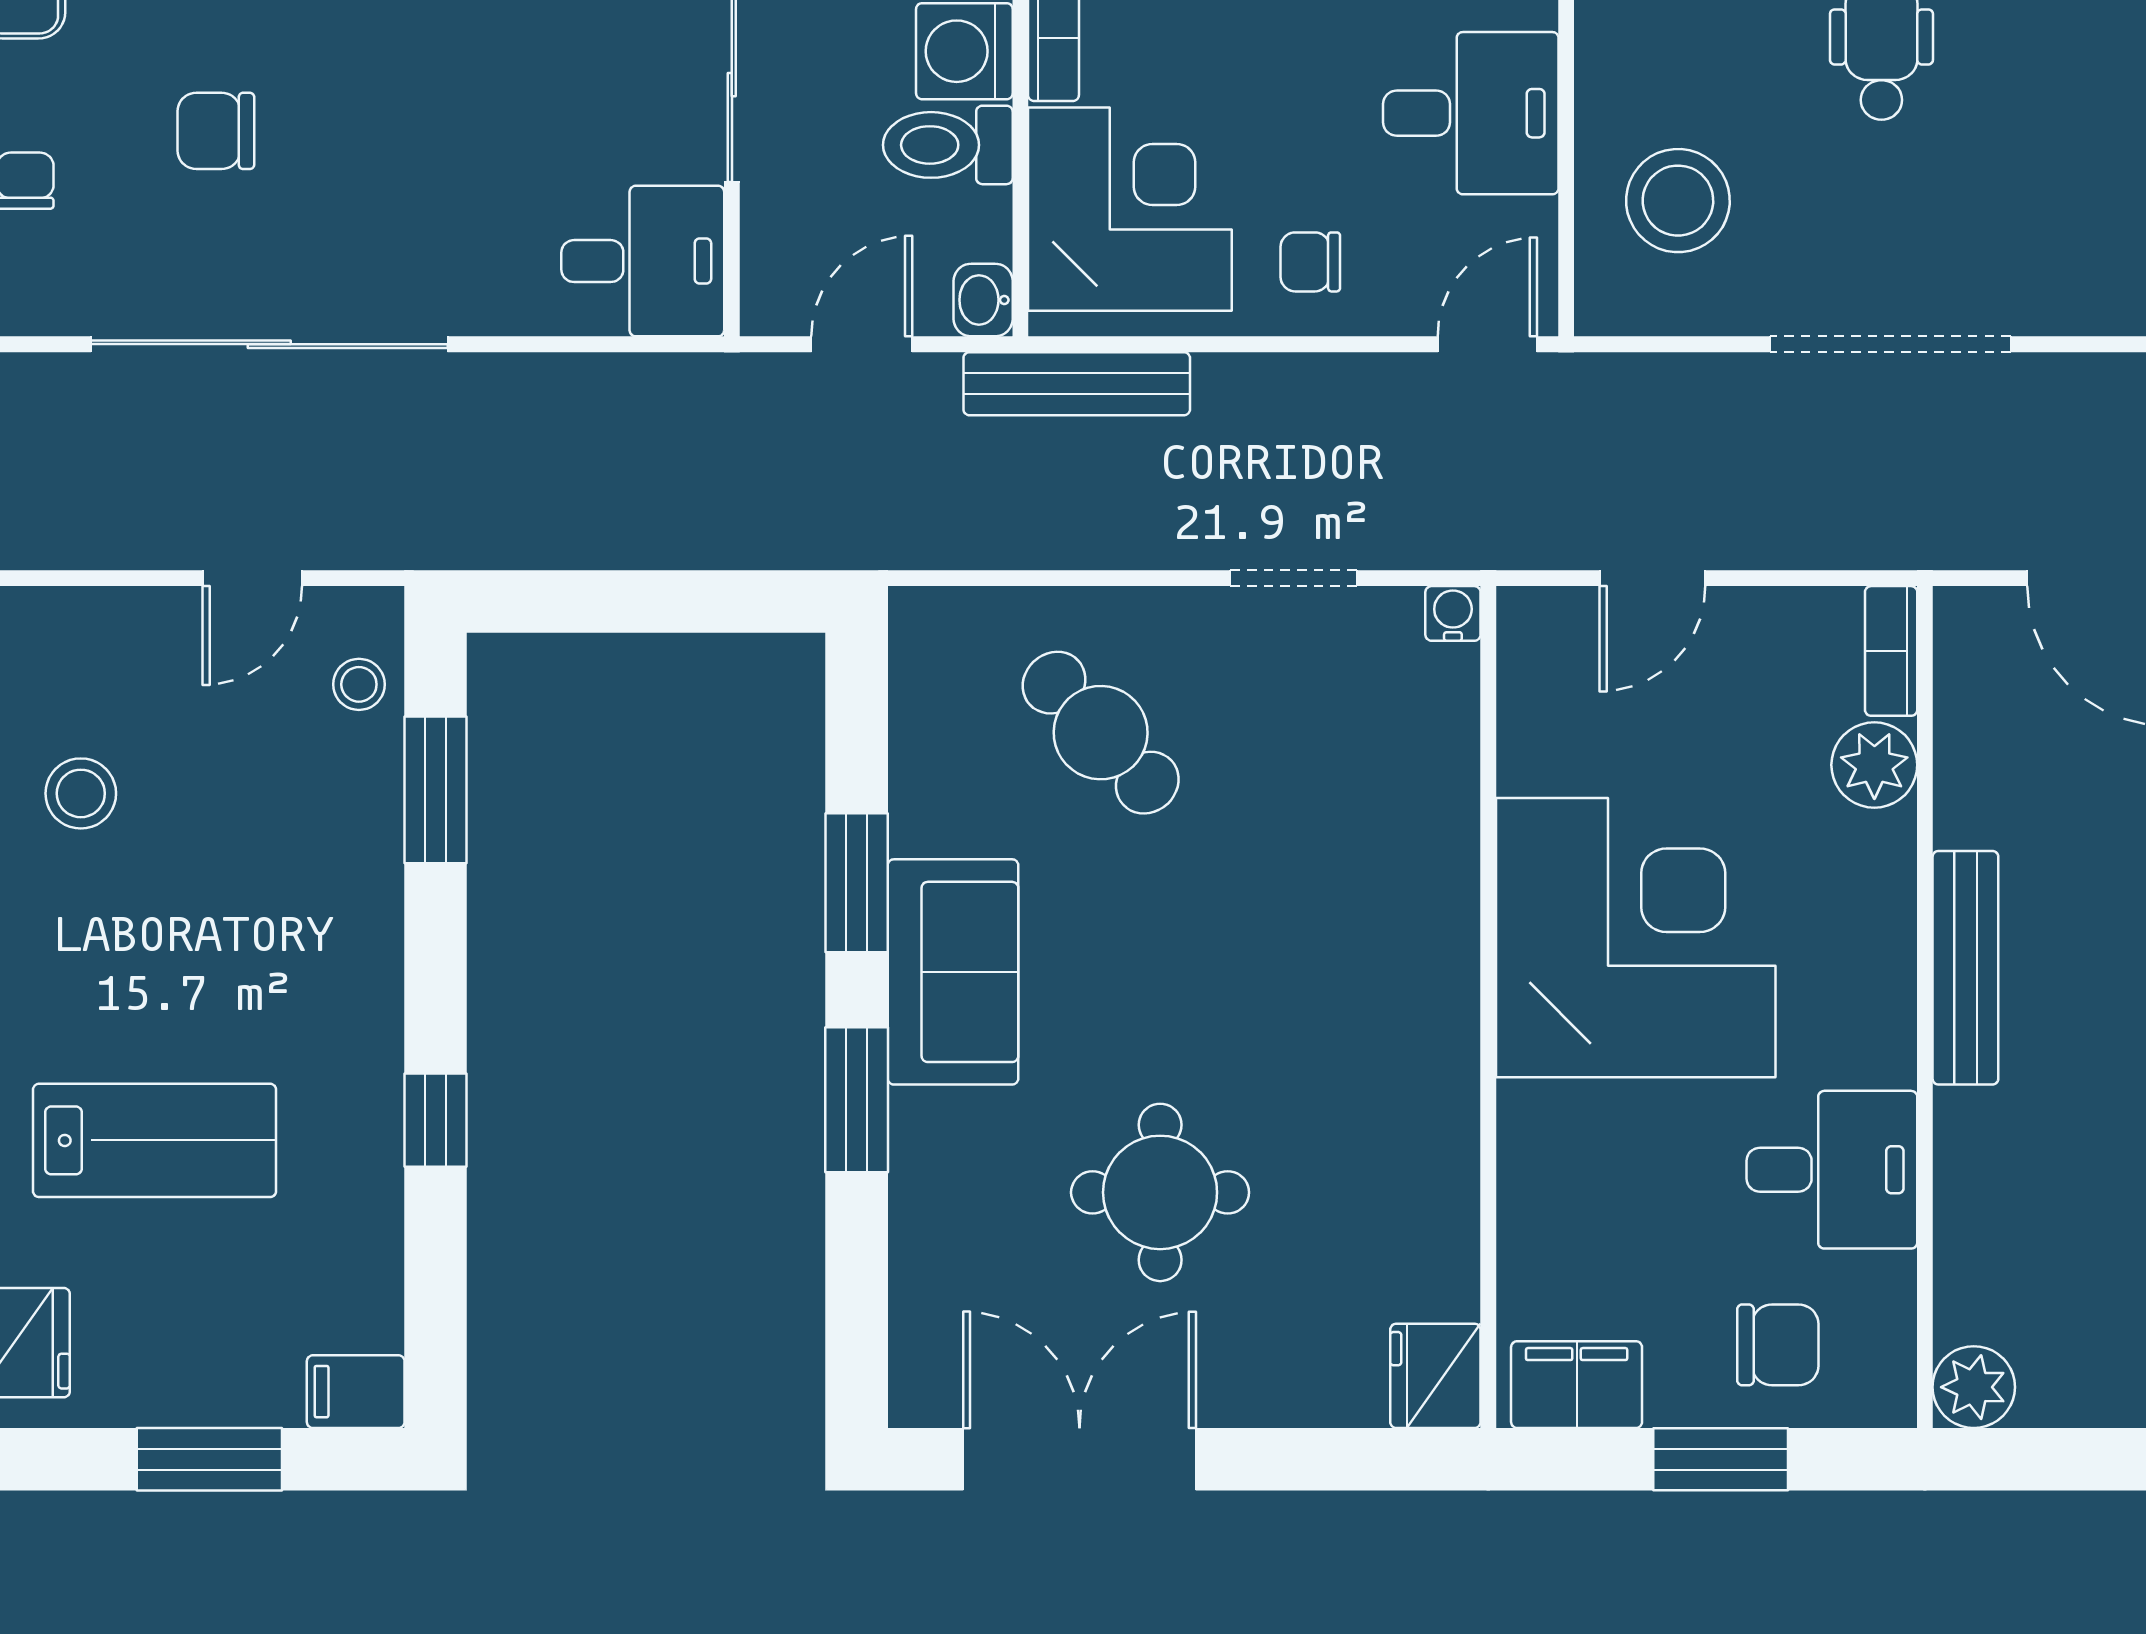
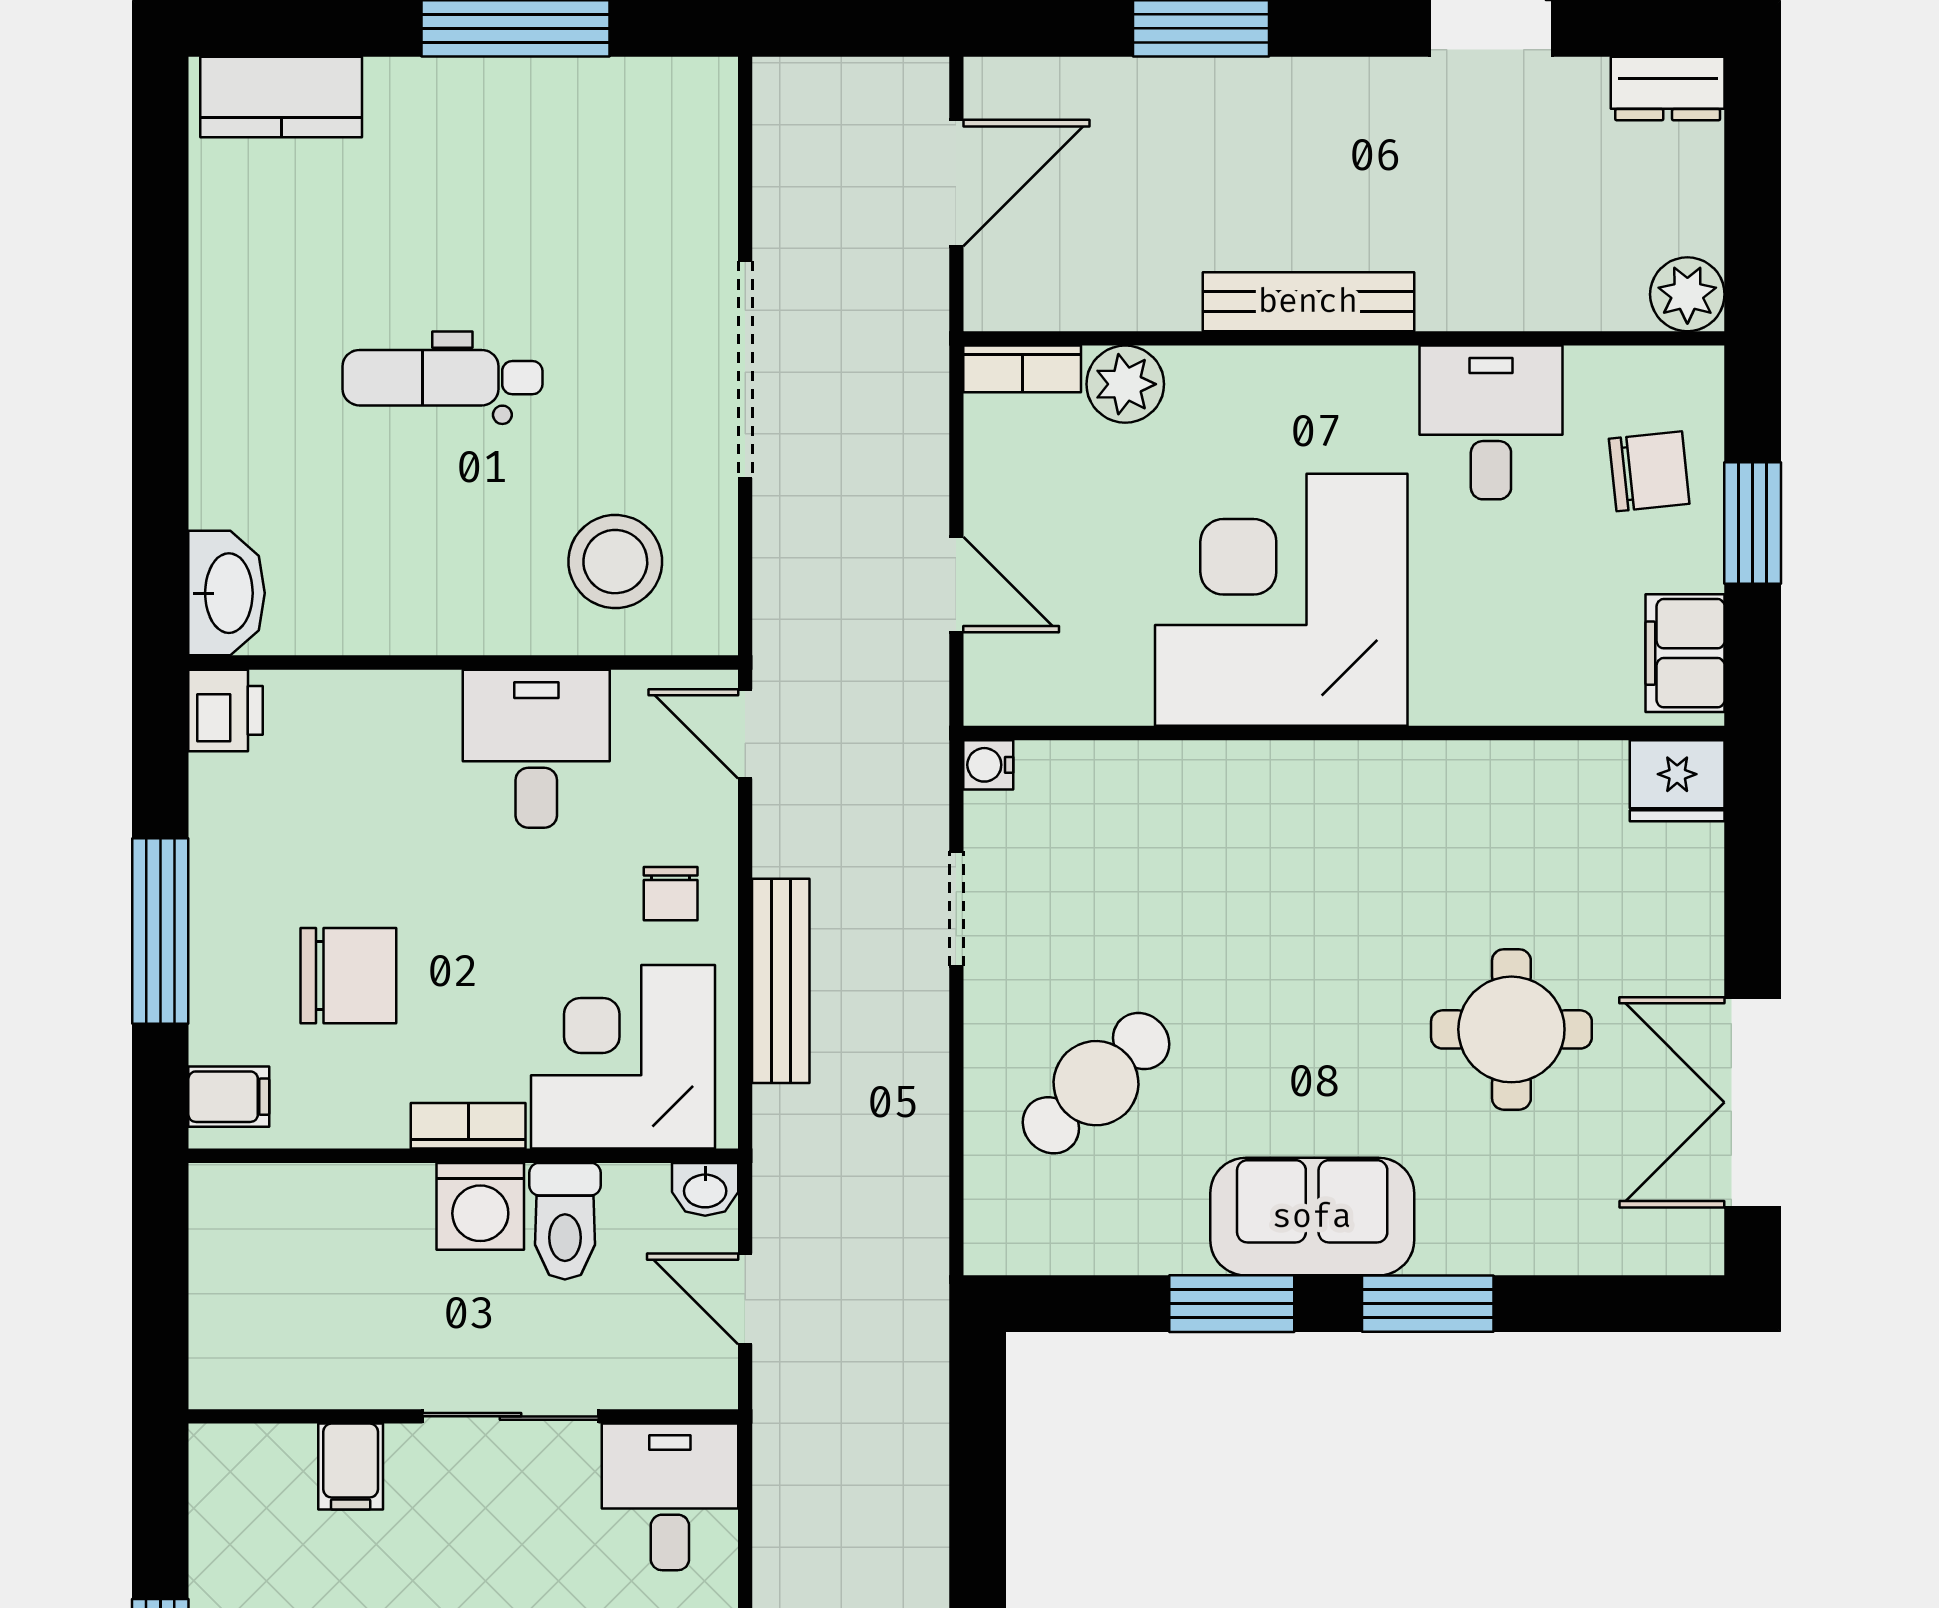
bench: (1077, 384) -> (781, 981), moved
chair: (1778, 1345) -> (1649, 471), turned 84

